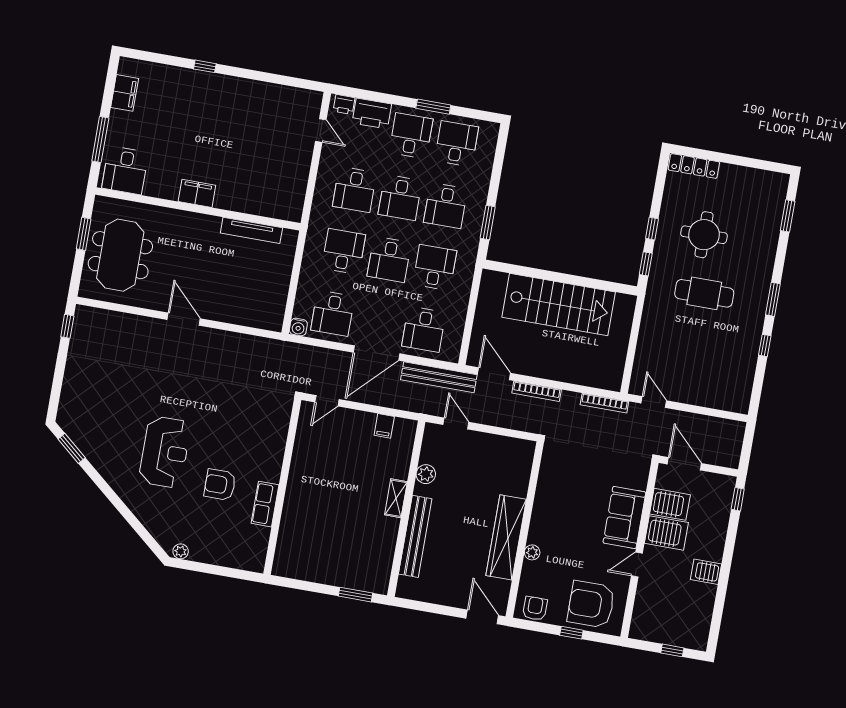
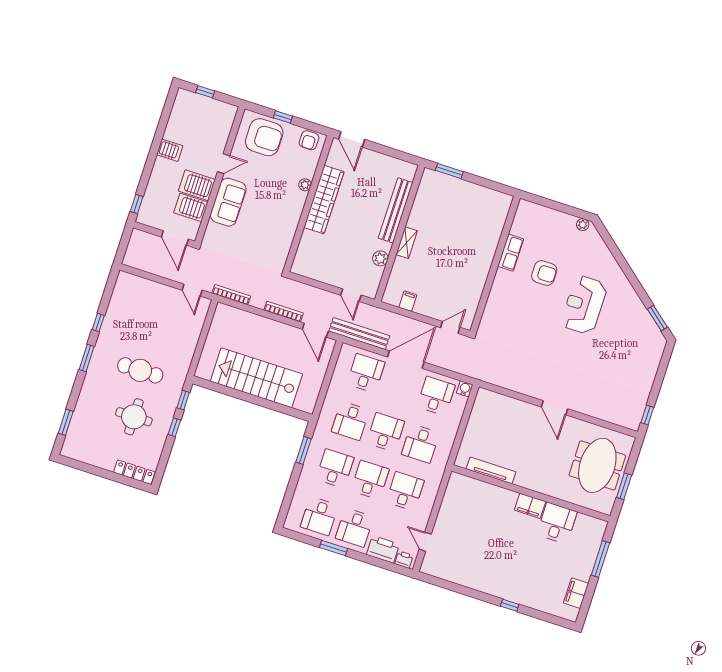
desk: (125, 170) -> (557, 523), moved

